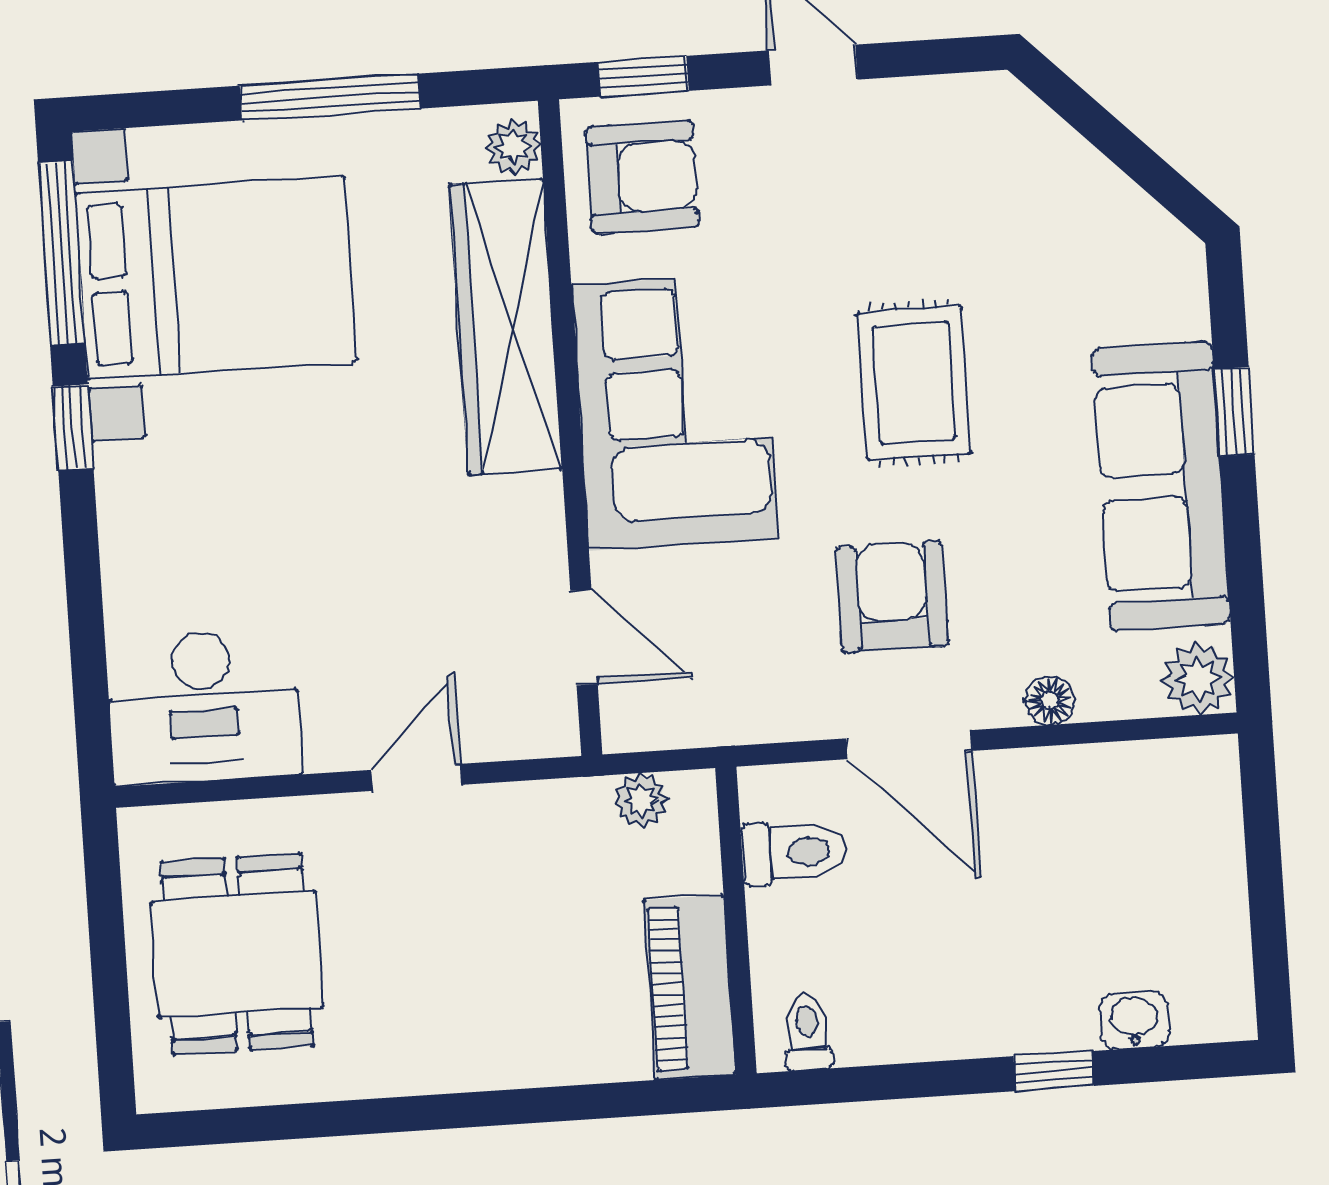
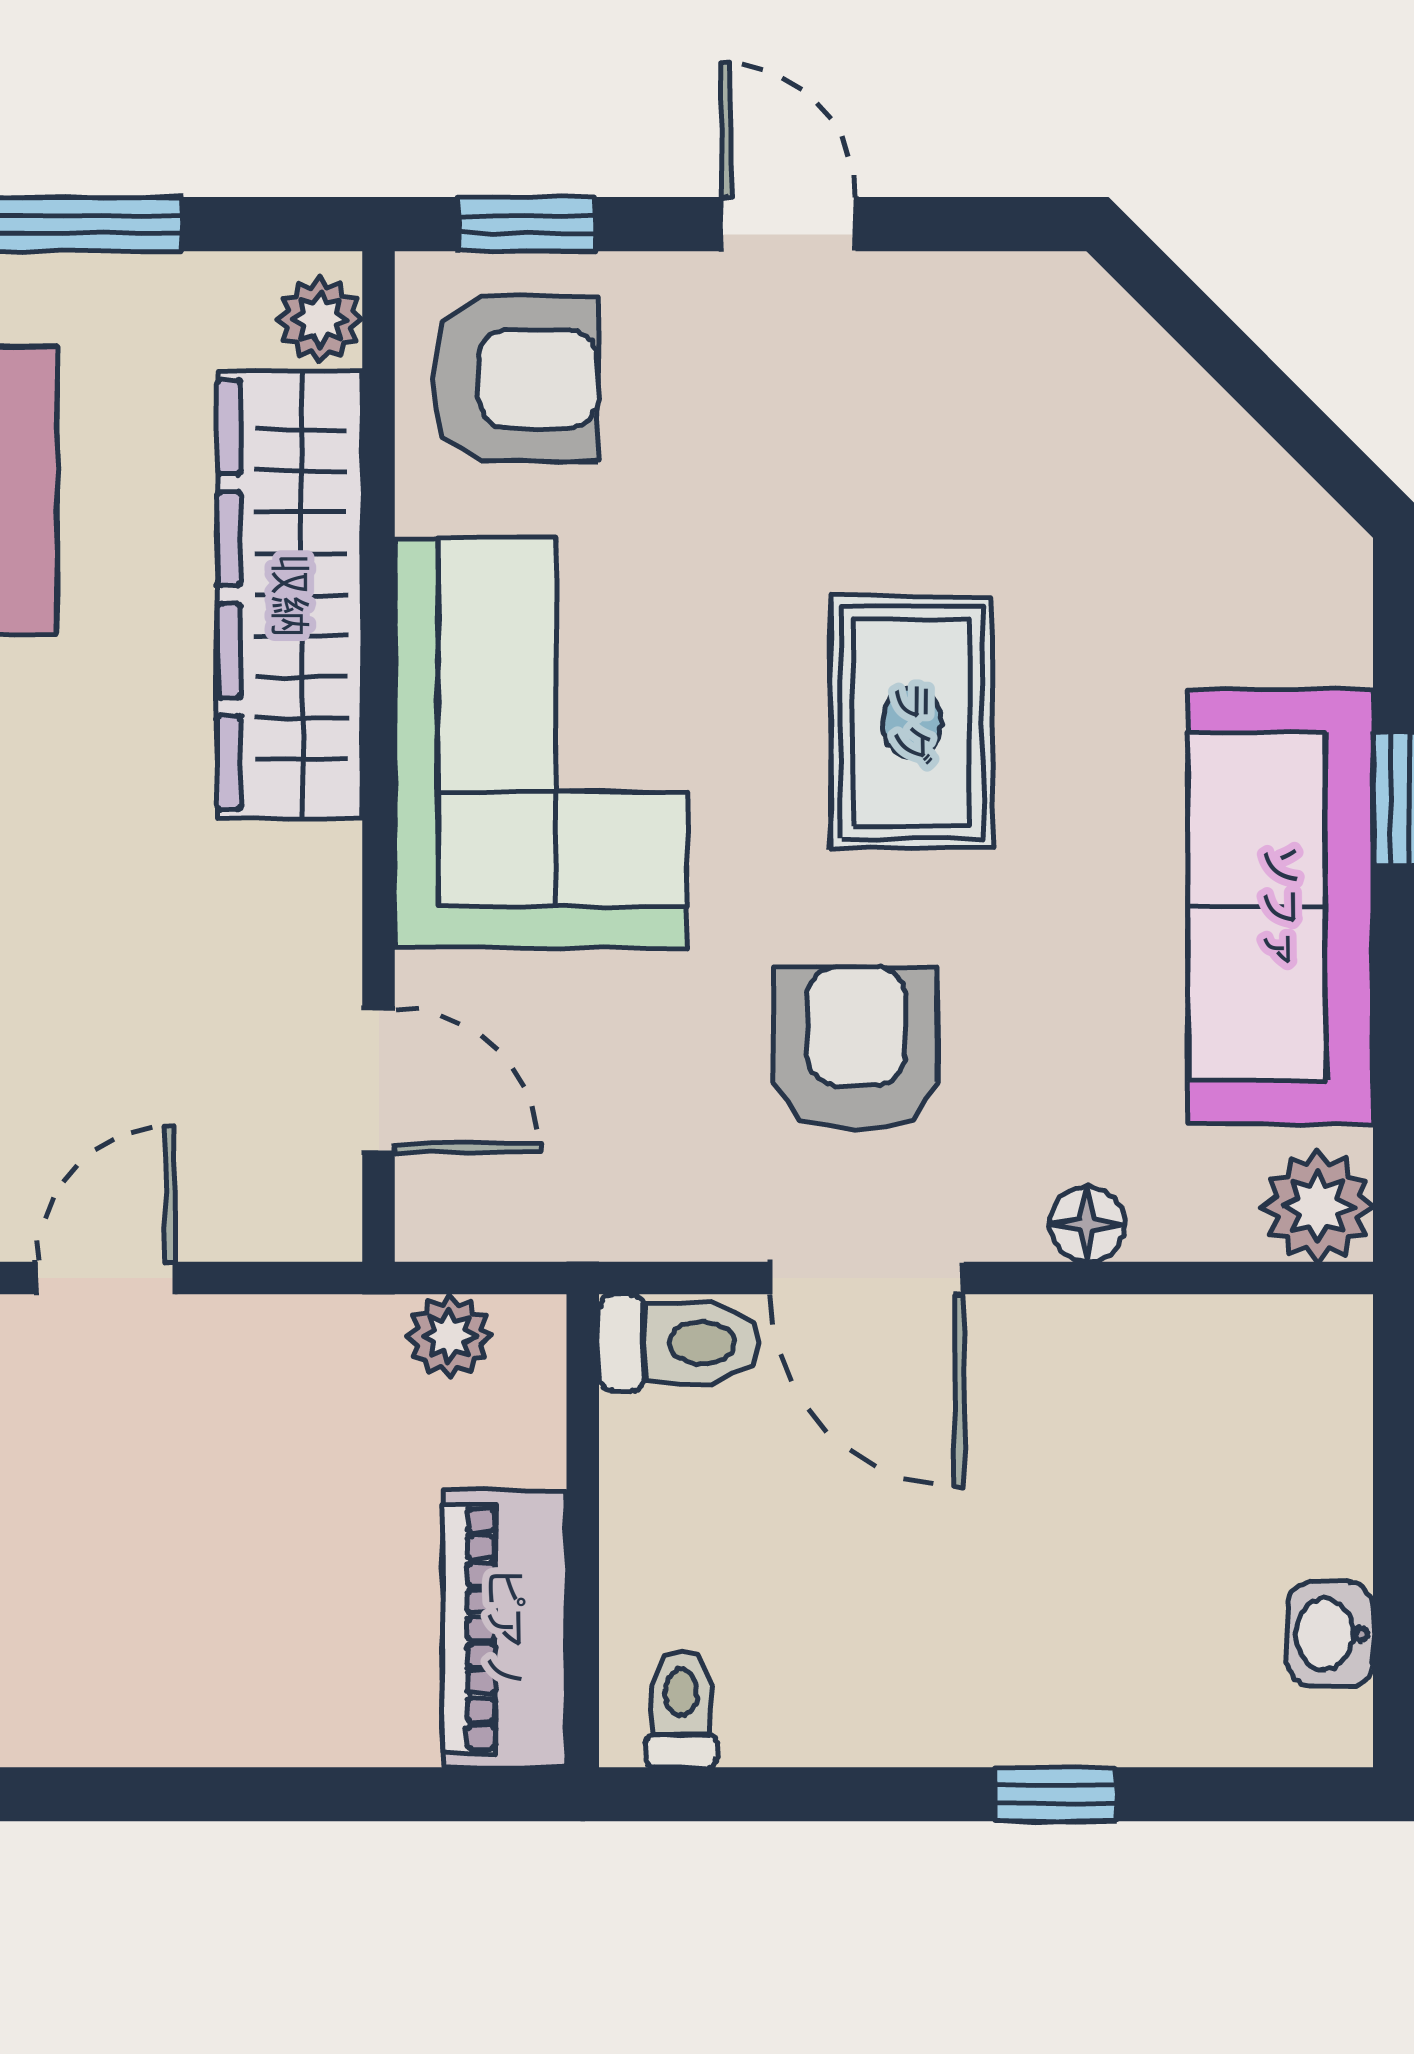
toilet: (794, 852) -> (679, 1343), moved
washbasin: (1134, 1020) -> (1330, 1634), moved, turned -90

